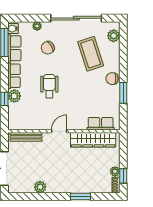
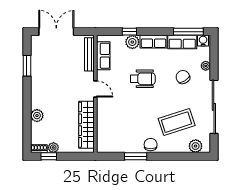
row of seats: (101, 124) -> (103, 56), moved
plant: (40, 187) -> (37, 116), moved
window: (80, 196) -> (27, 66), moved

